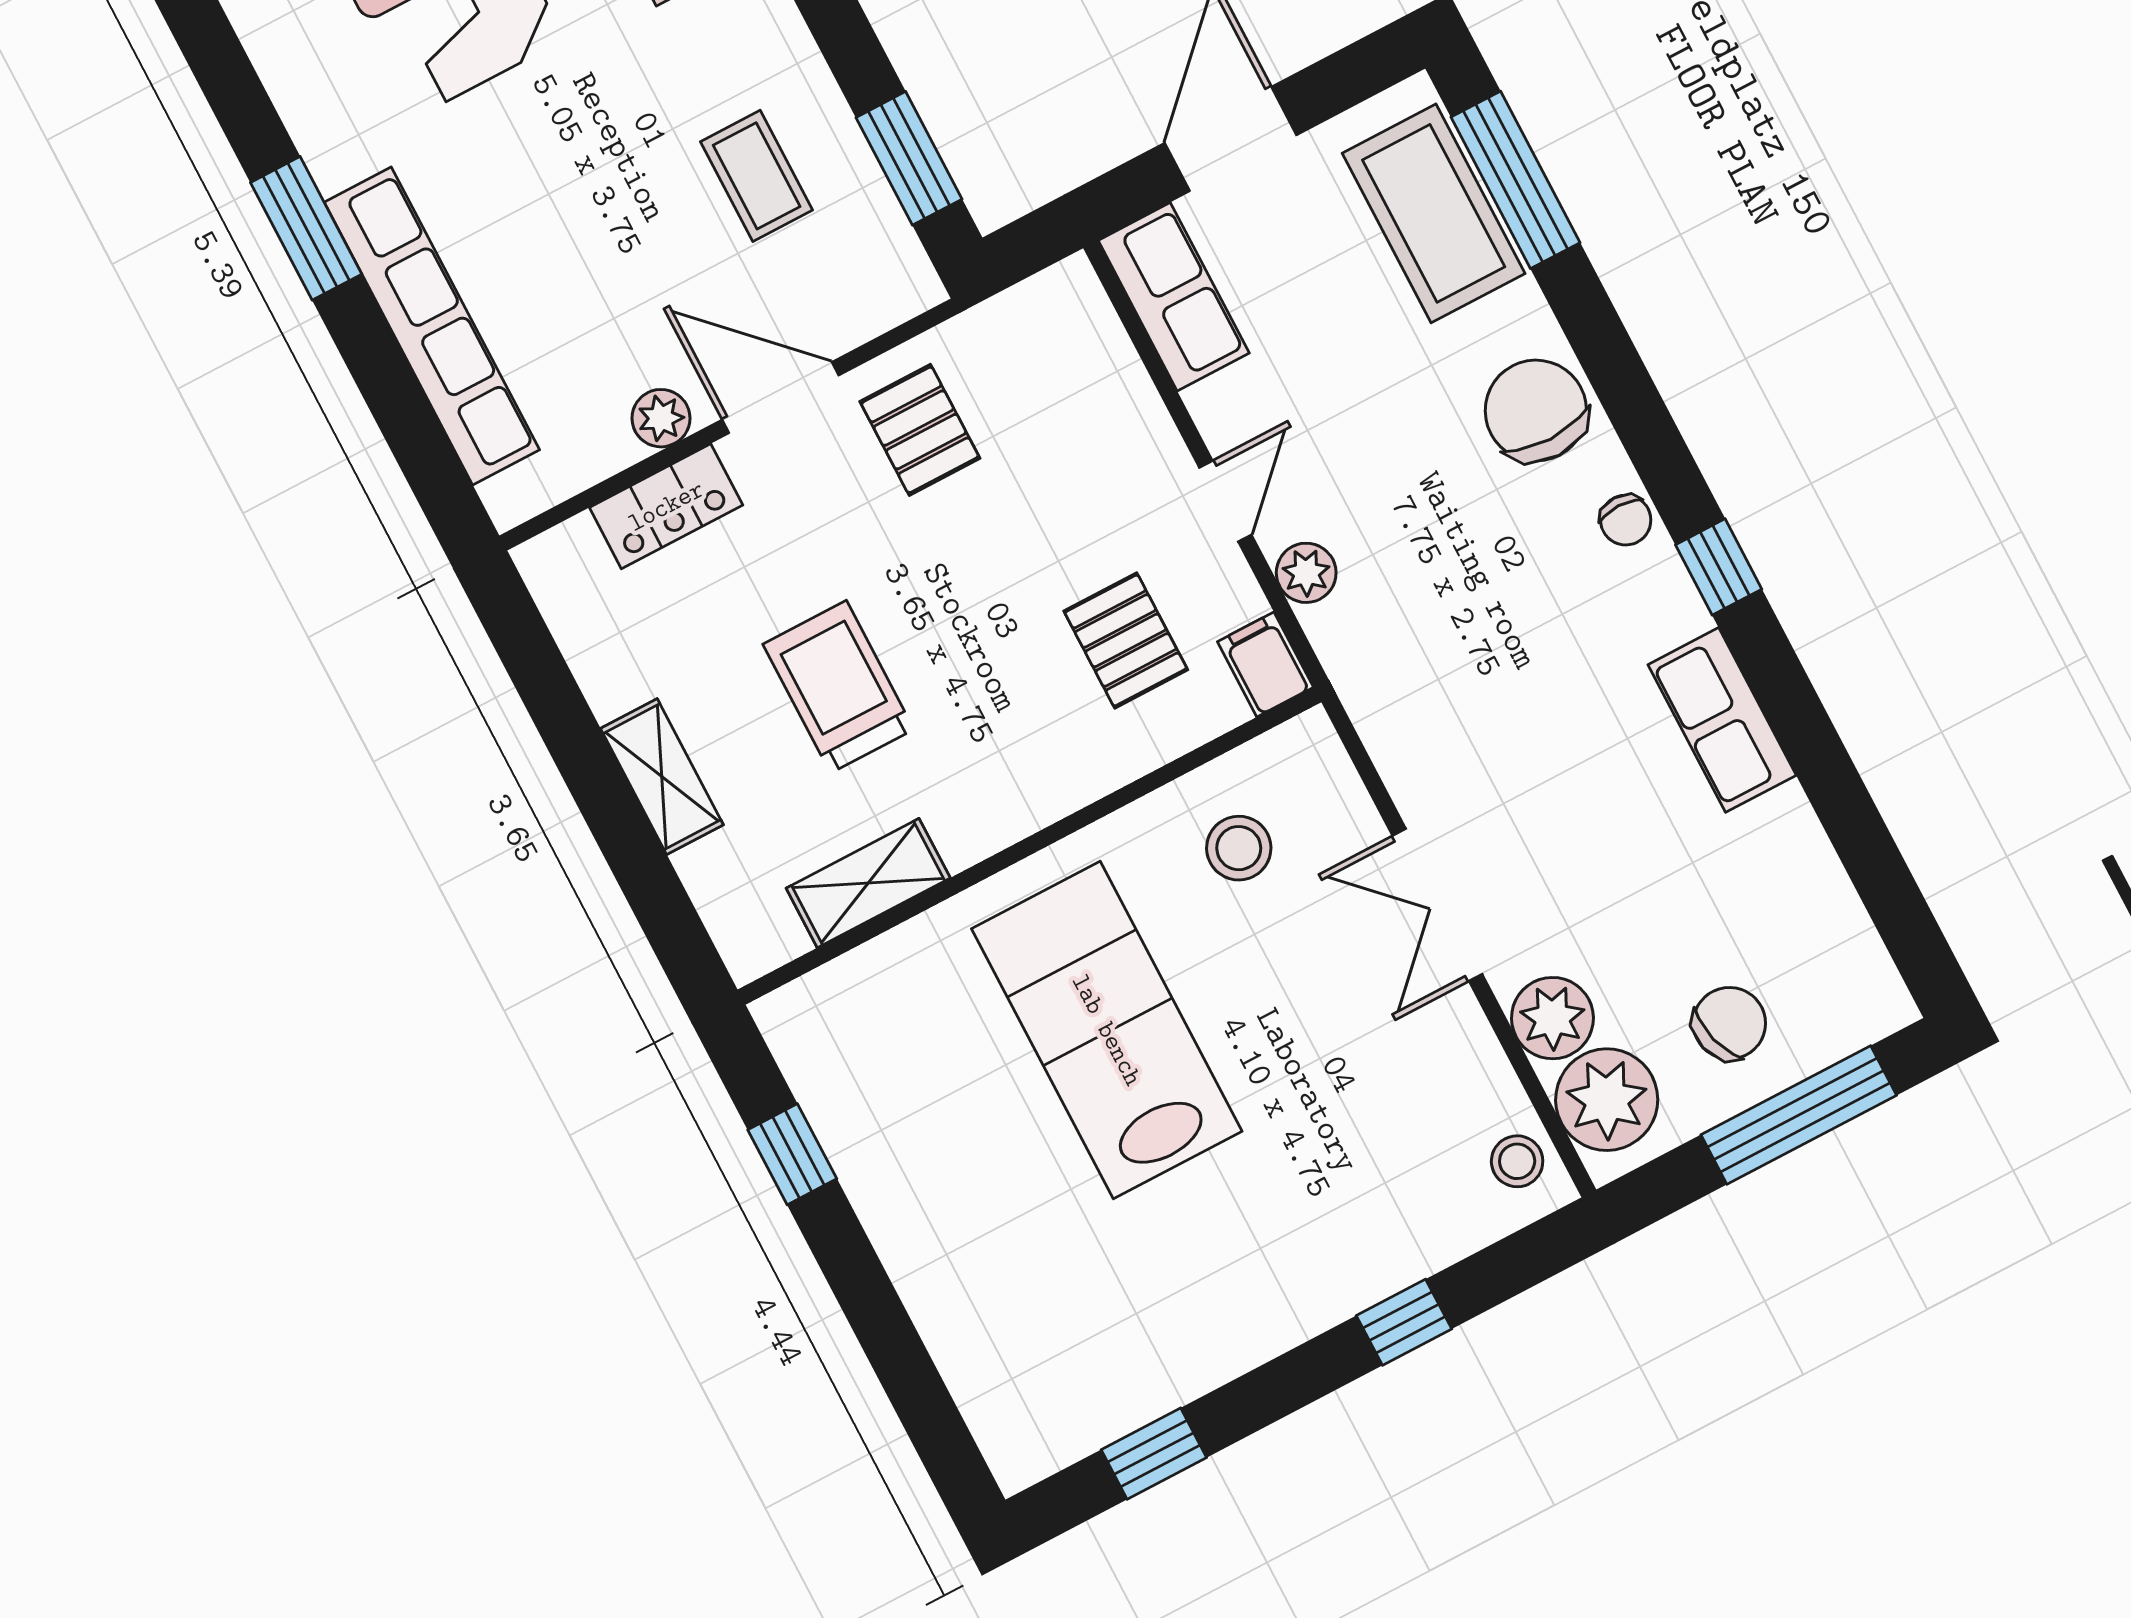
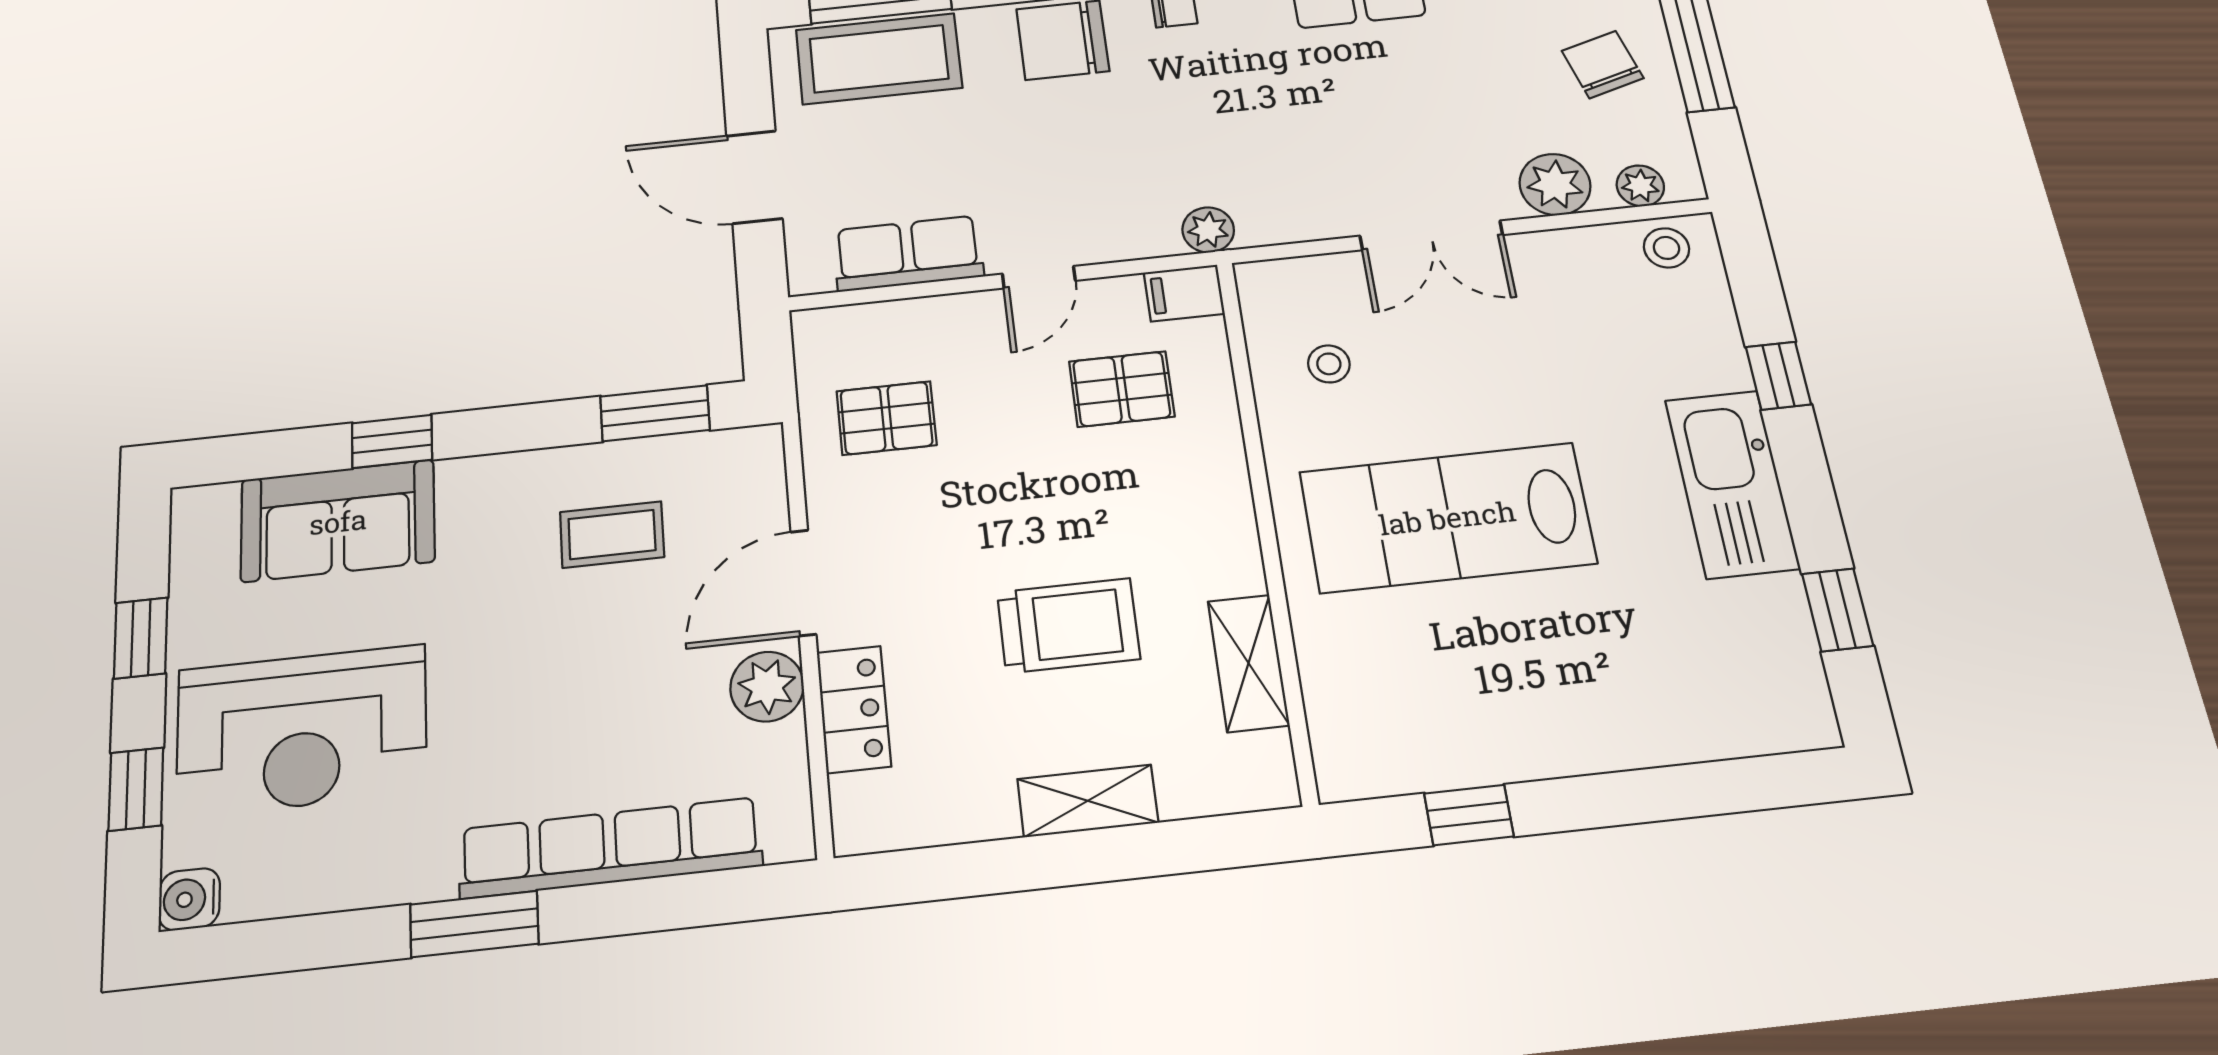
row of seats: (1174, 297) -> (908, 253), moved
plant: (661, 418) -> (767, 687), width x1.38, depth x1.38
pallet: (920, 430) -> (886, 418), moved
door: (1225, 501) -> (1039, 277), swing flipped
plant: (1306, 573) -> (1208, 230), moved
trolley: (838, 687) -> (1068, 626), turned 180
stool: (1239, 848) -> (1329, 364), width x0.73, depth x0.73
plant: (1607, 1100) -> (1640, 186), width x0.53, depth x0.53
kitchen sink: (1257, 1309) -> (1732, 484), added

